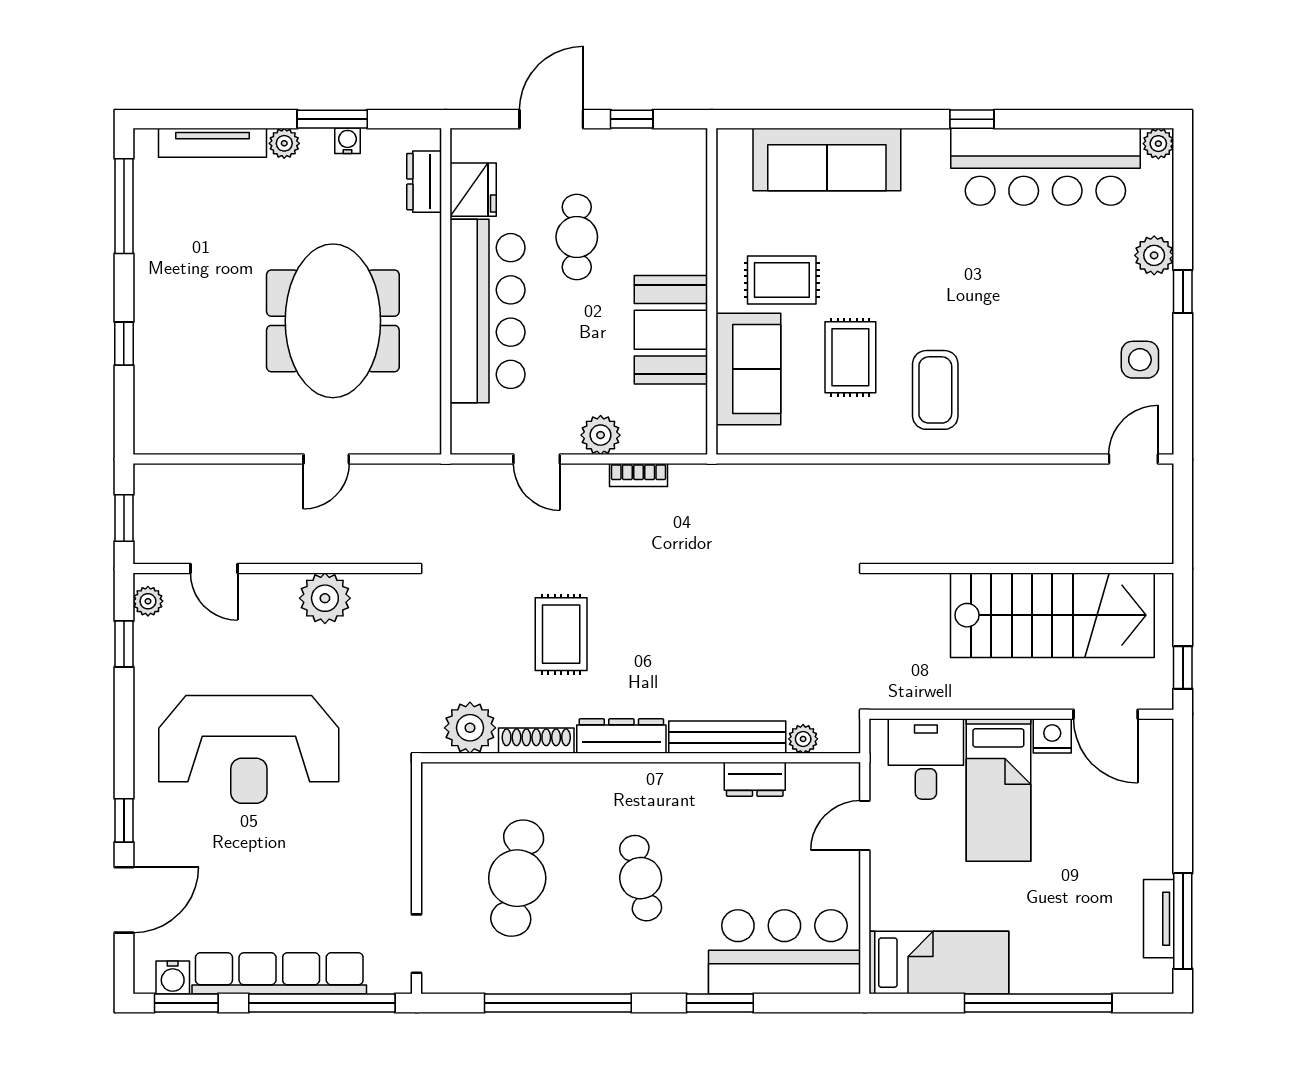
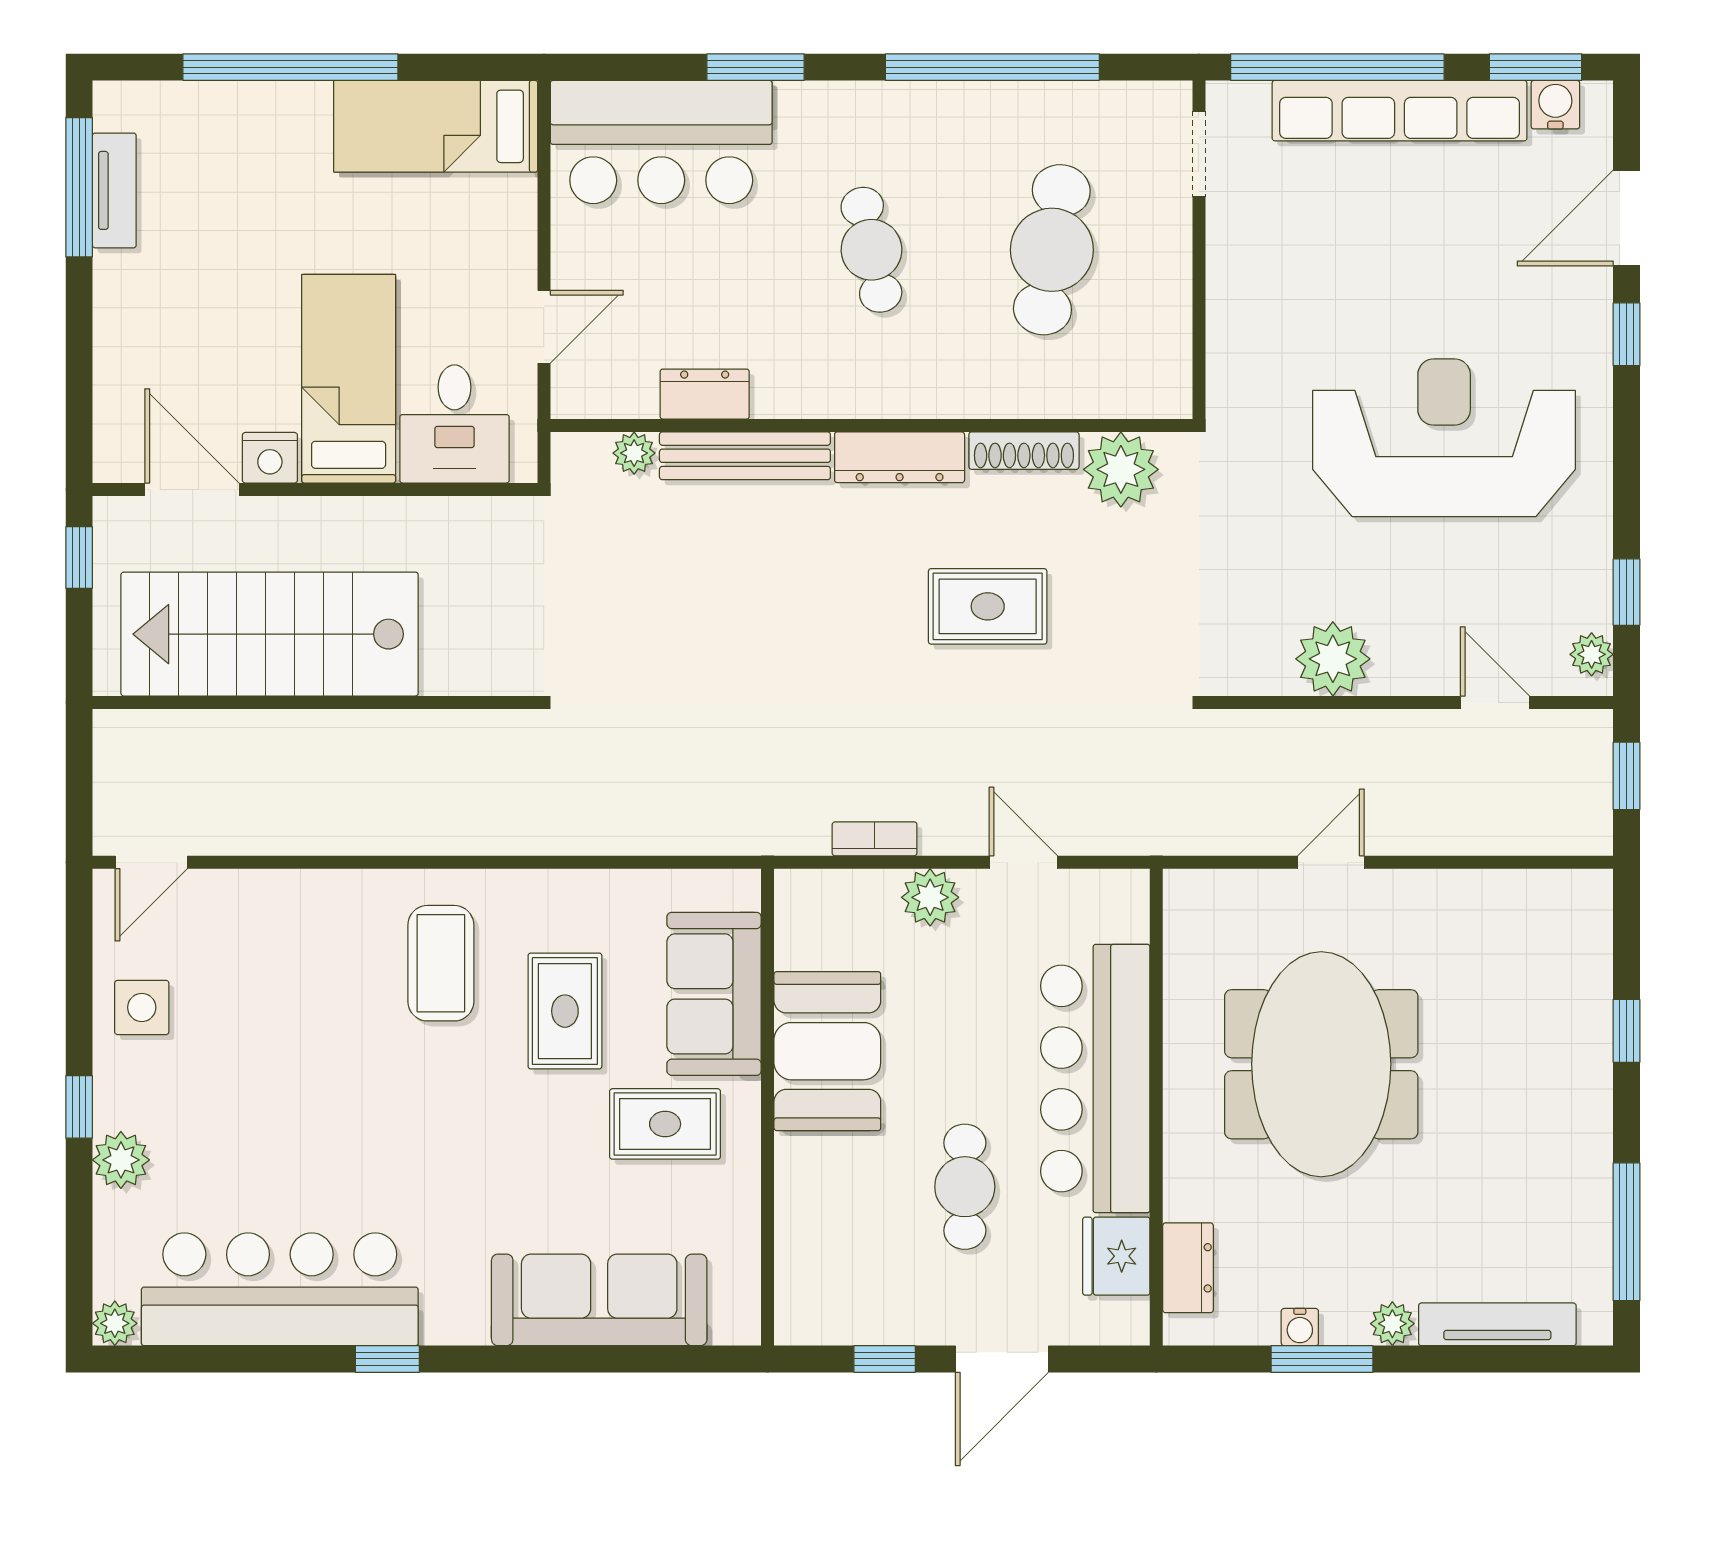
rug: (561, 634) -> (988, 606), turned 90

